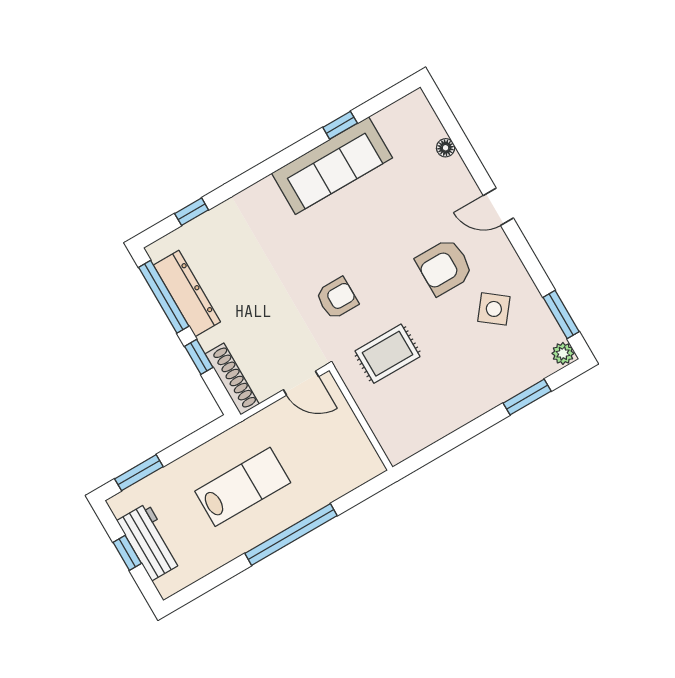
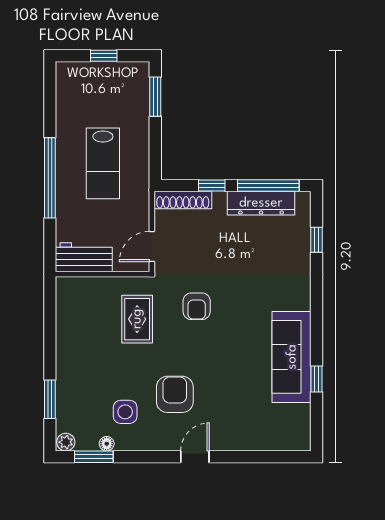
floor lamp: (446, 148) -> (107, 444), moved
side table: (494, 309) -> (125, 412), turned -38
workbench: (150, 542) -> (84, 257), moved, turned 180

